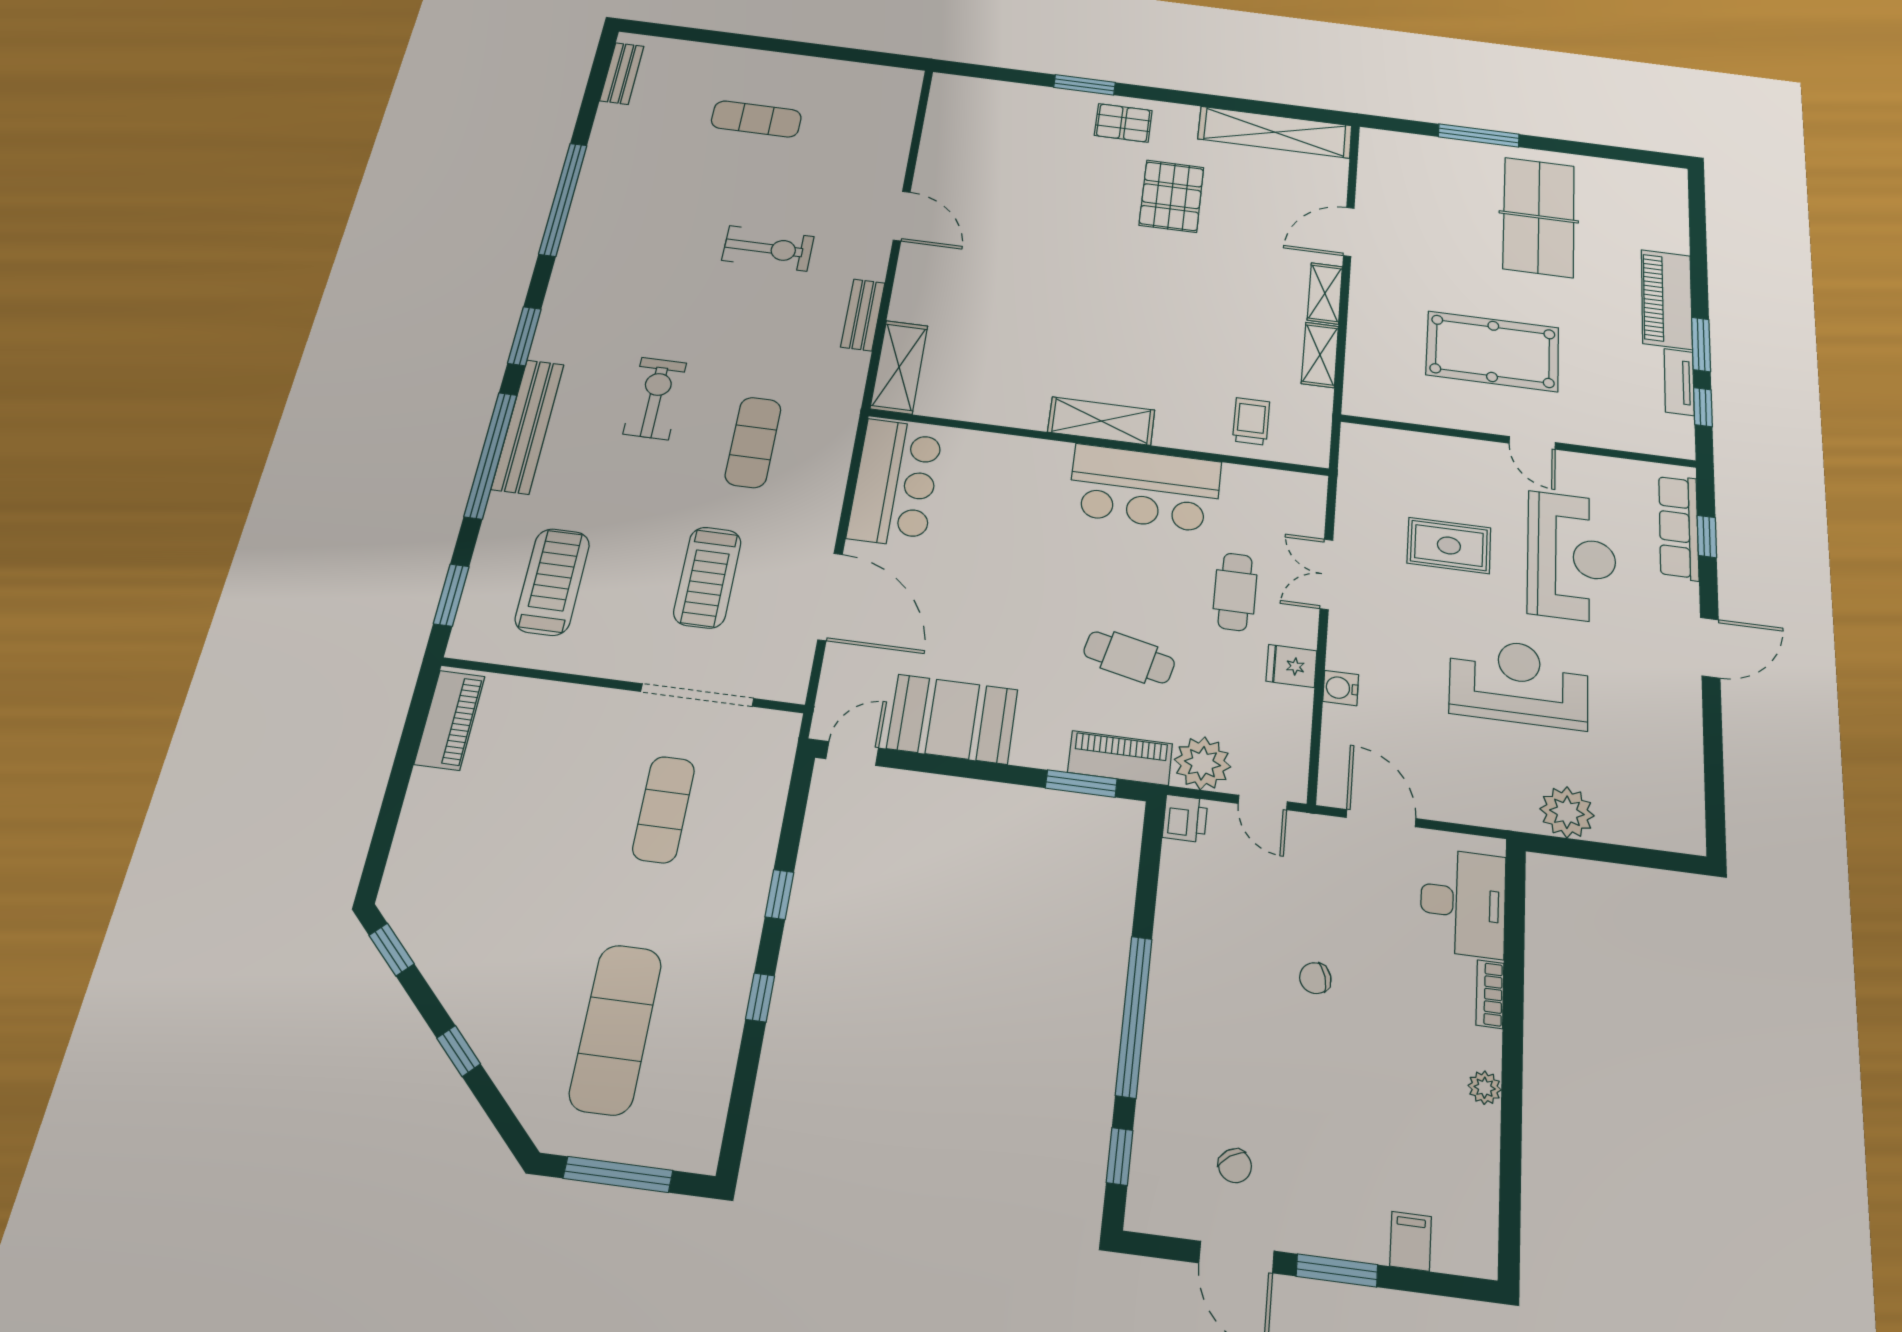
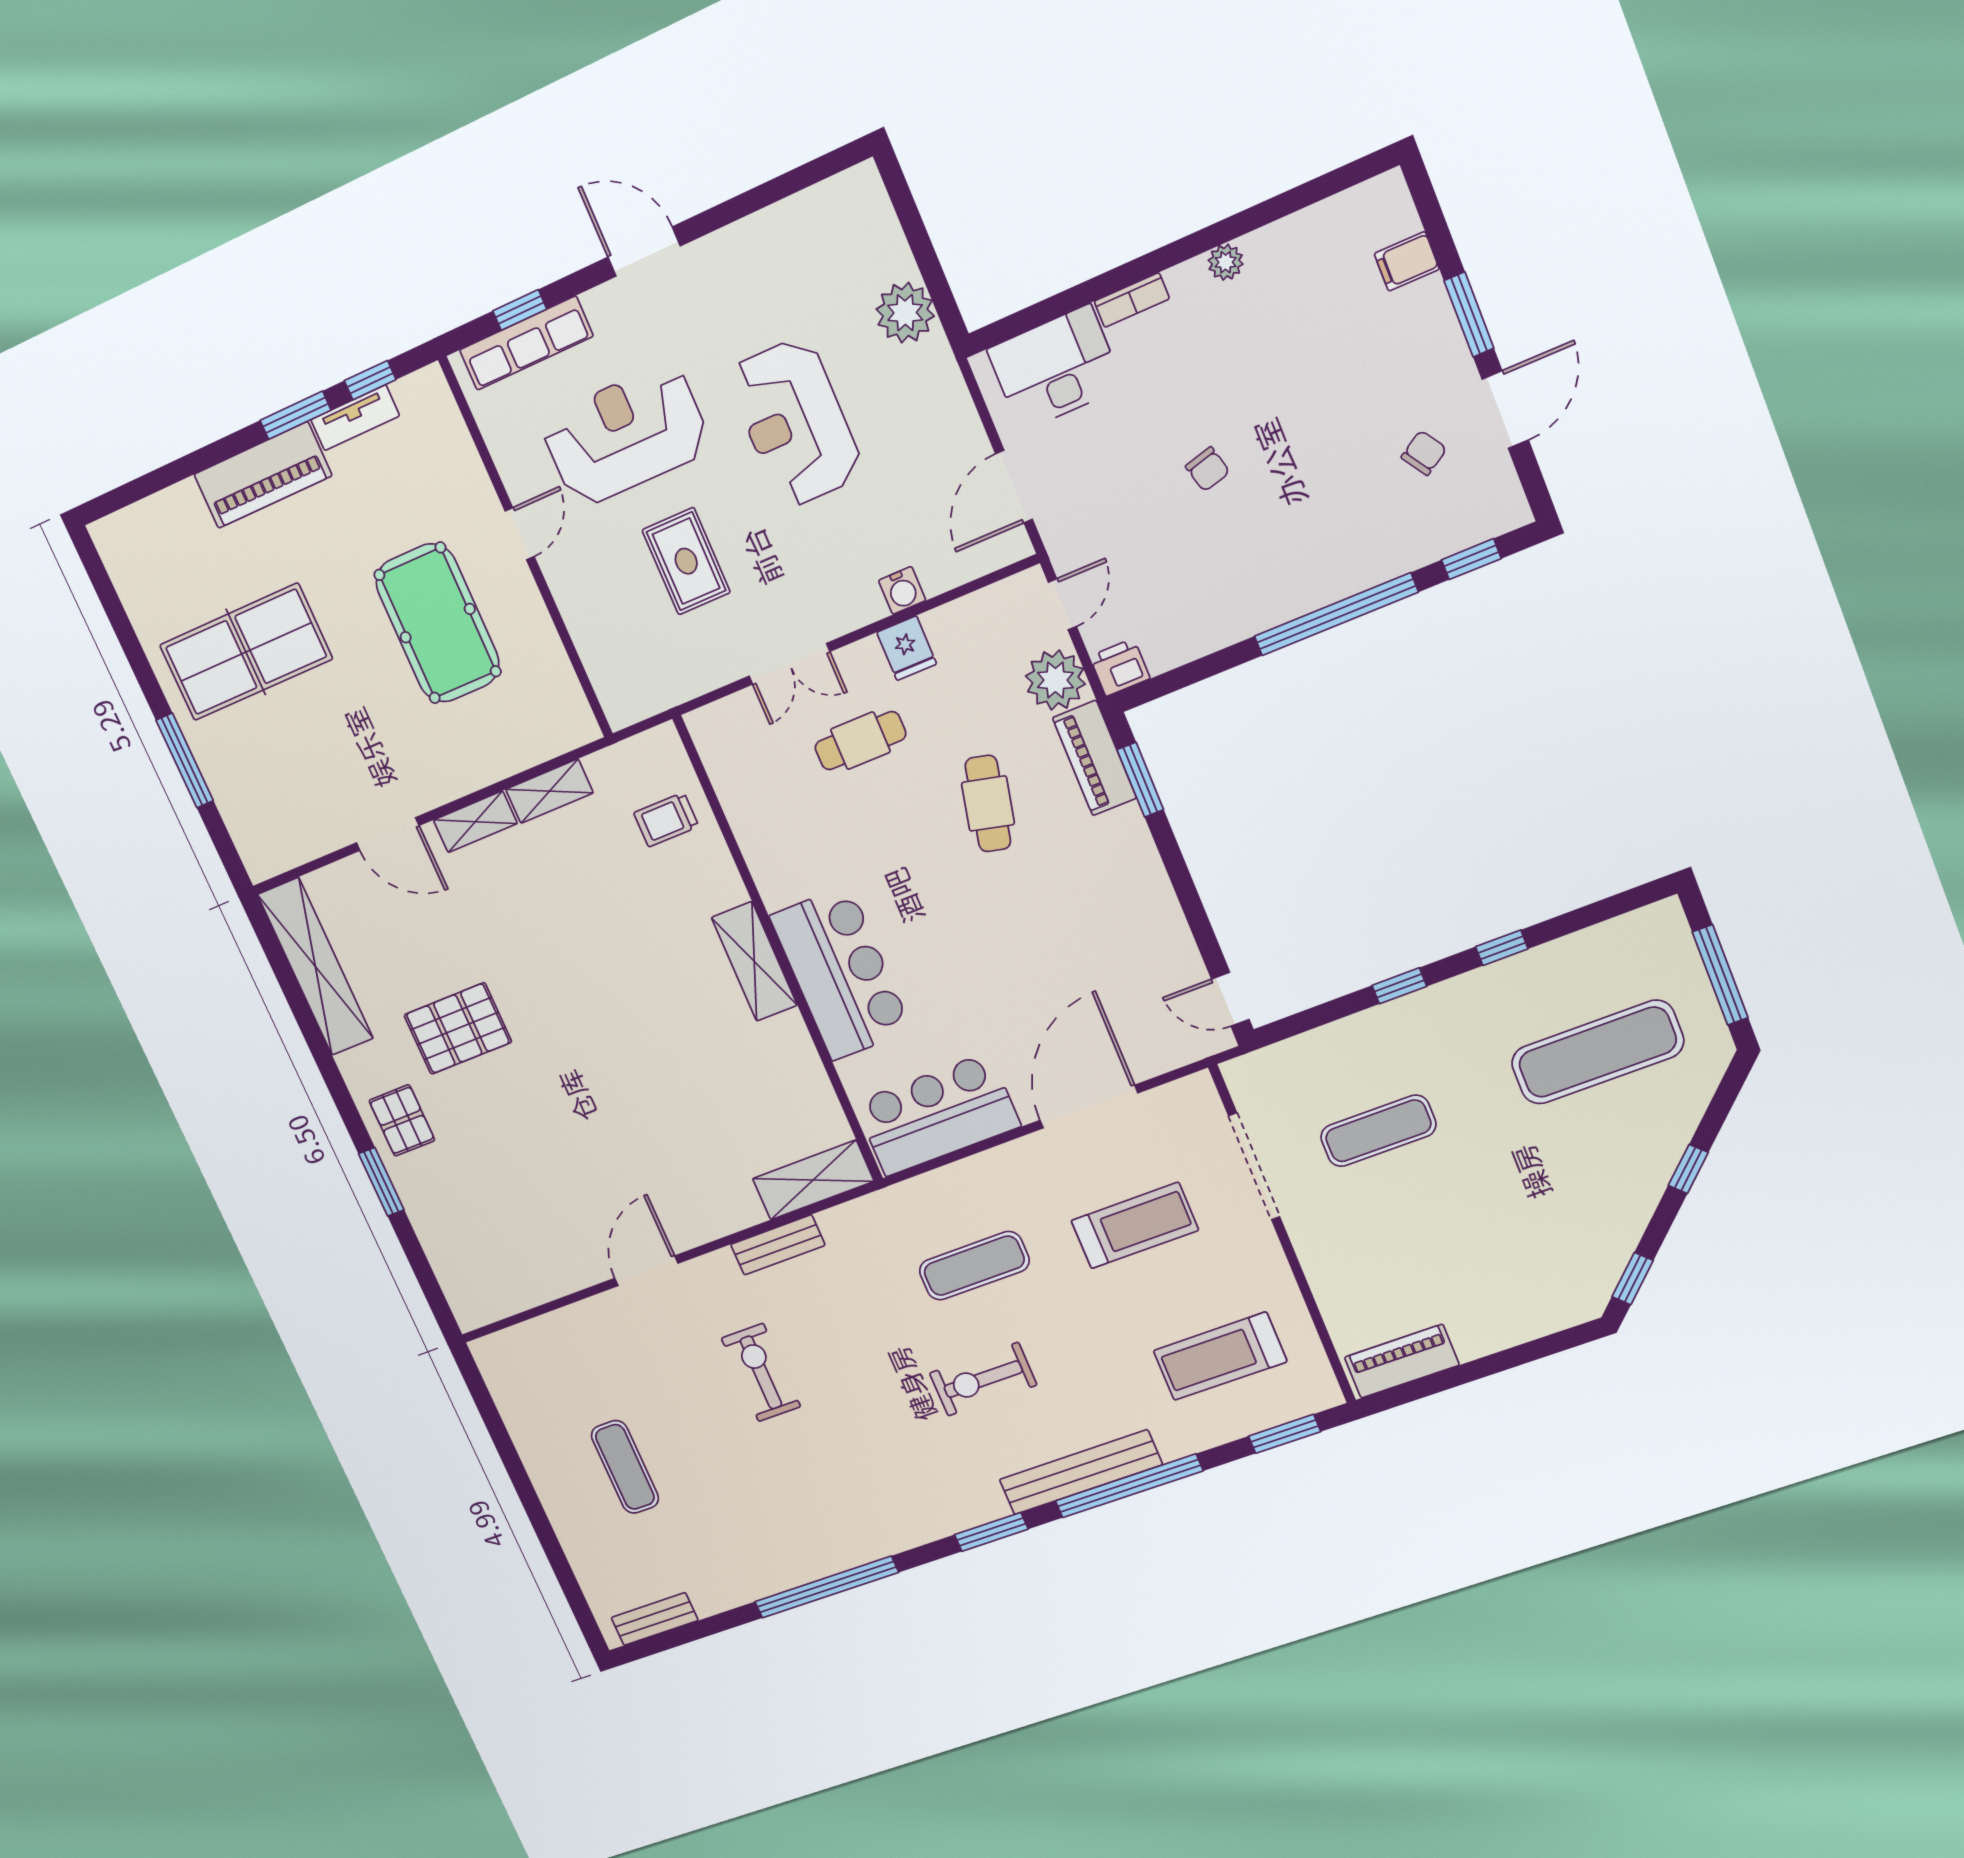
bar counter: (1145, 488) -> (841, 973), moved
booth: (952, 719) -> (1145, 930), removed

